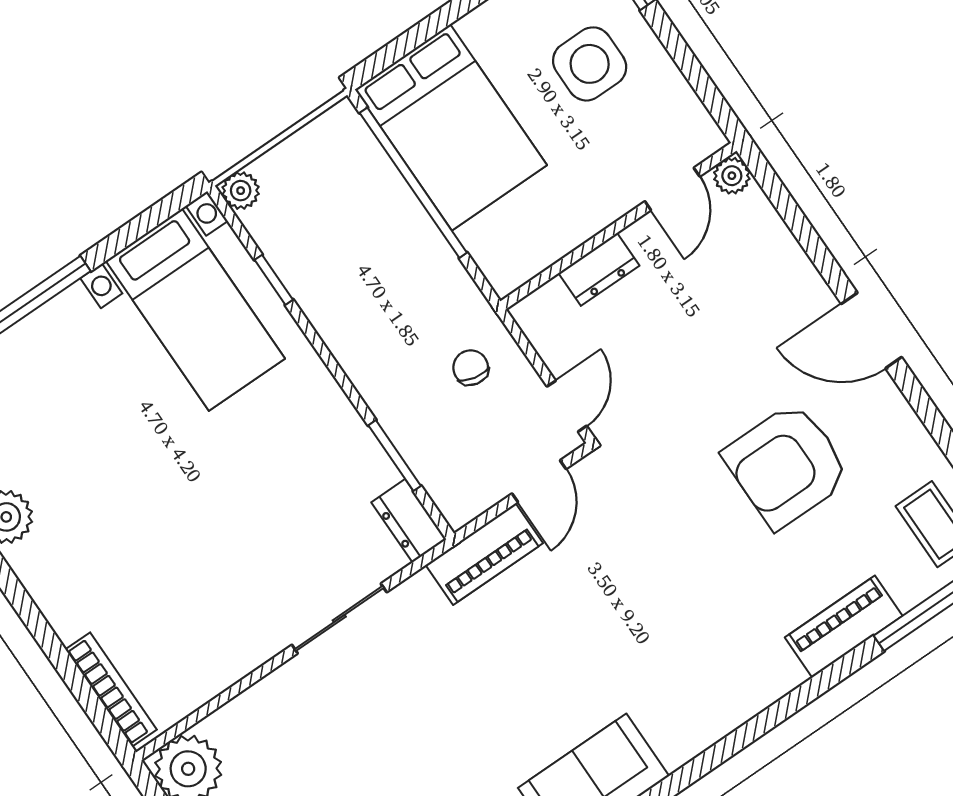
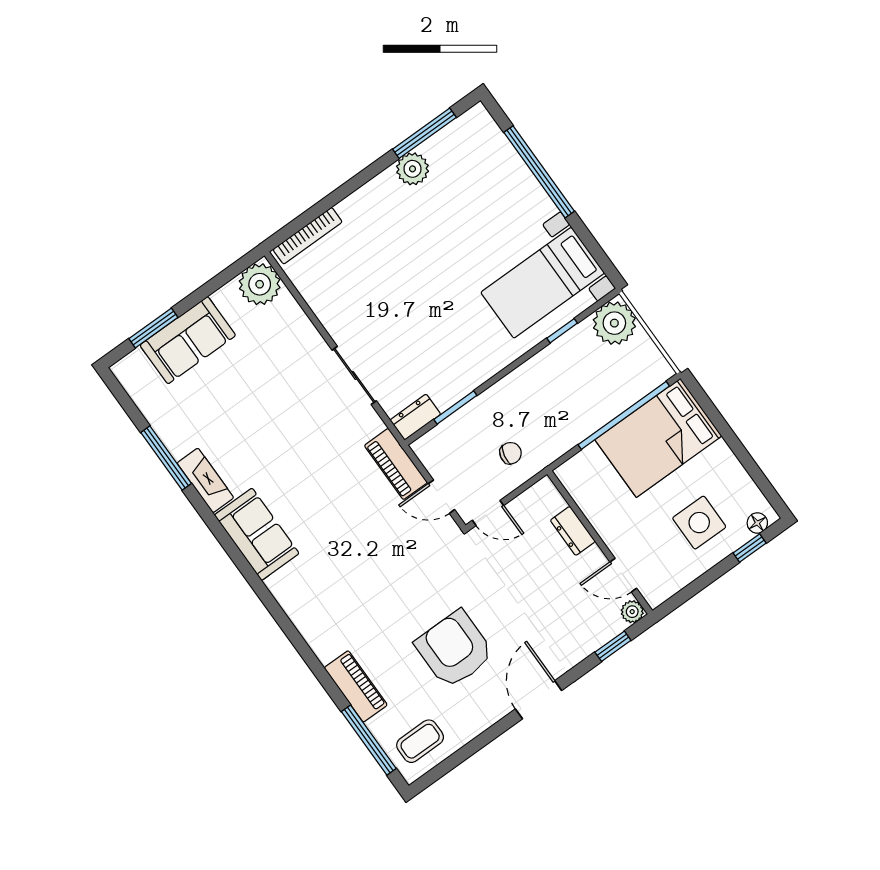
plant: (241, 191) -> (614, 323), width x1.87, depth x1.87
window: (787, 208) -> (613, 646), added

